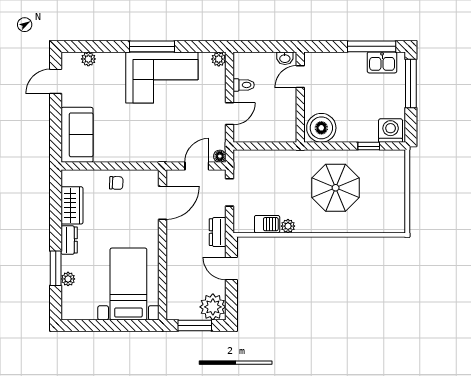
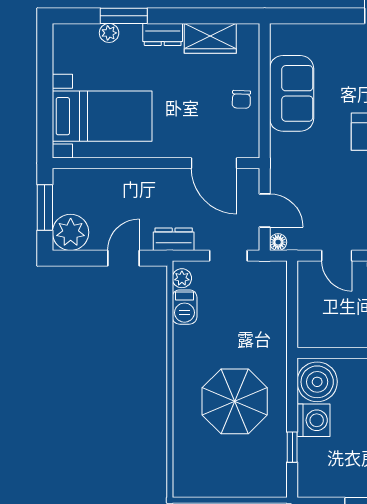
washing machine: (391, 131) -> (313, 420), moved
sofa: (77, 135) -> (292, 93), moved, turned -90
plant: (288, 226) -> (182, 278), moved

